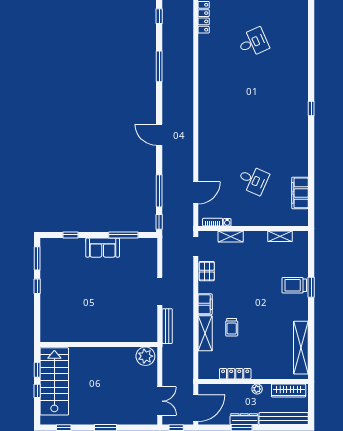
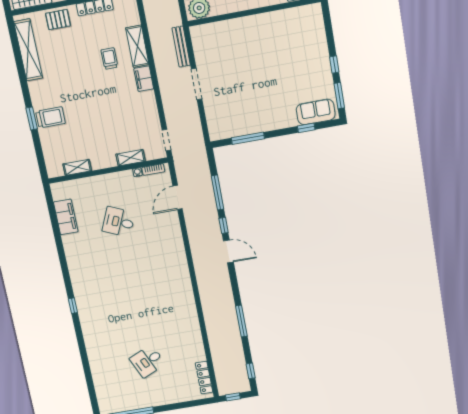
window: (159, 222) -> (224, 225), moved
sofa: (103, 248) -> (316, 112), moved
pallet: (207, 271) -> (58, 20), moved, turned 90

